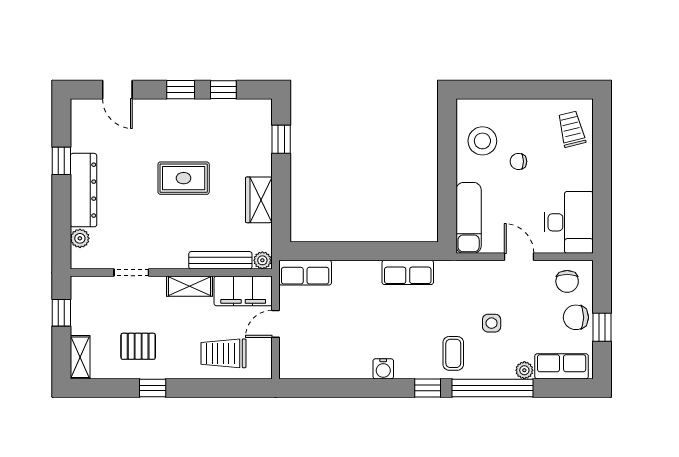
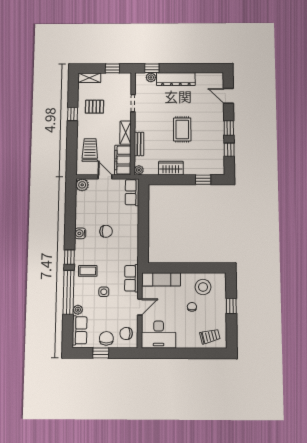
door: (117, 90) -> (228, 96), hinge flipped
window: (517, 90) -> (231, 306), added
window: (61, 161) -> (152, 68), moved
bench: (220, 260) -> (139, 144), width x0.73
row of seats: (408, 272) -> (132, 278), moved
chair: (379, 321) -> (106, 231), added
pallet: (138, 346) -> (94, 107), turned 90
plant: (291, 367) -> (82, 185), added

